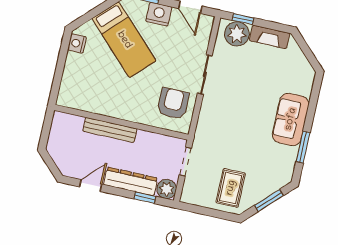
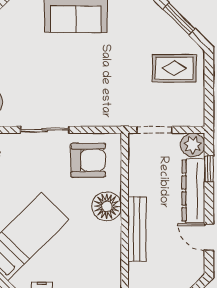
armchair: (173, 103) -> (88, 160), turned 180
floor lamp: (133, 110) -> (107, 206), added

